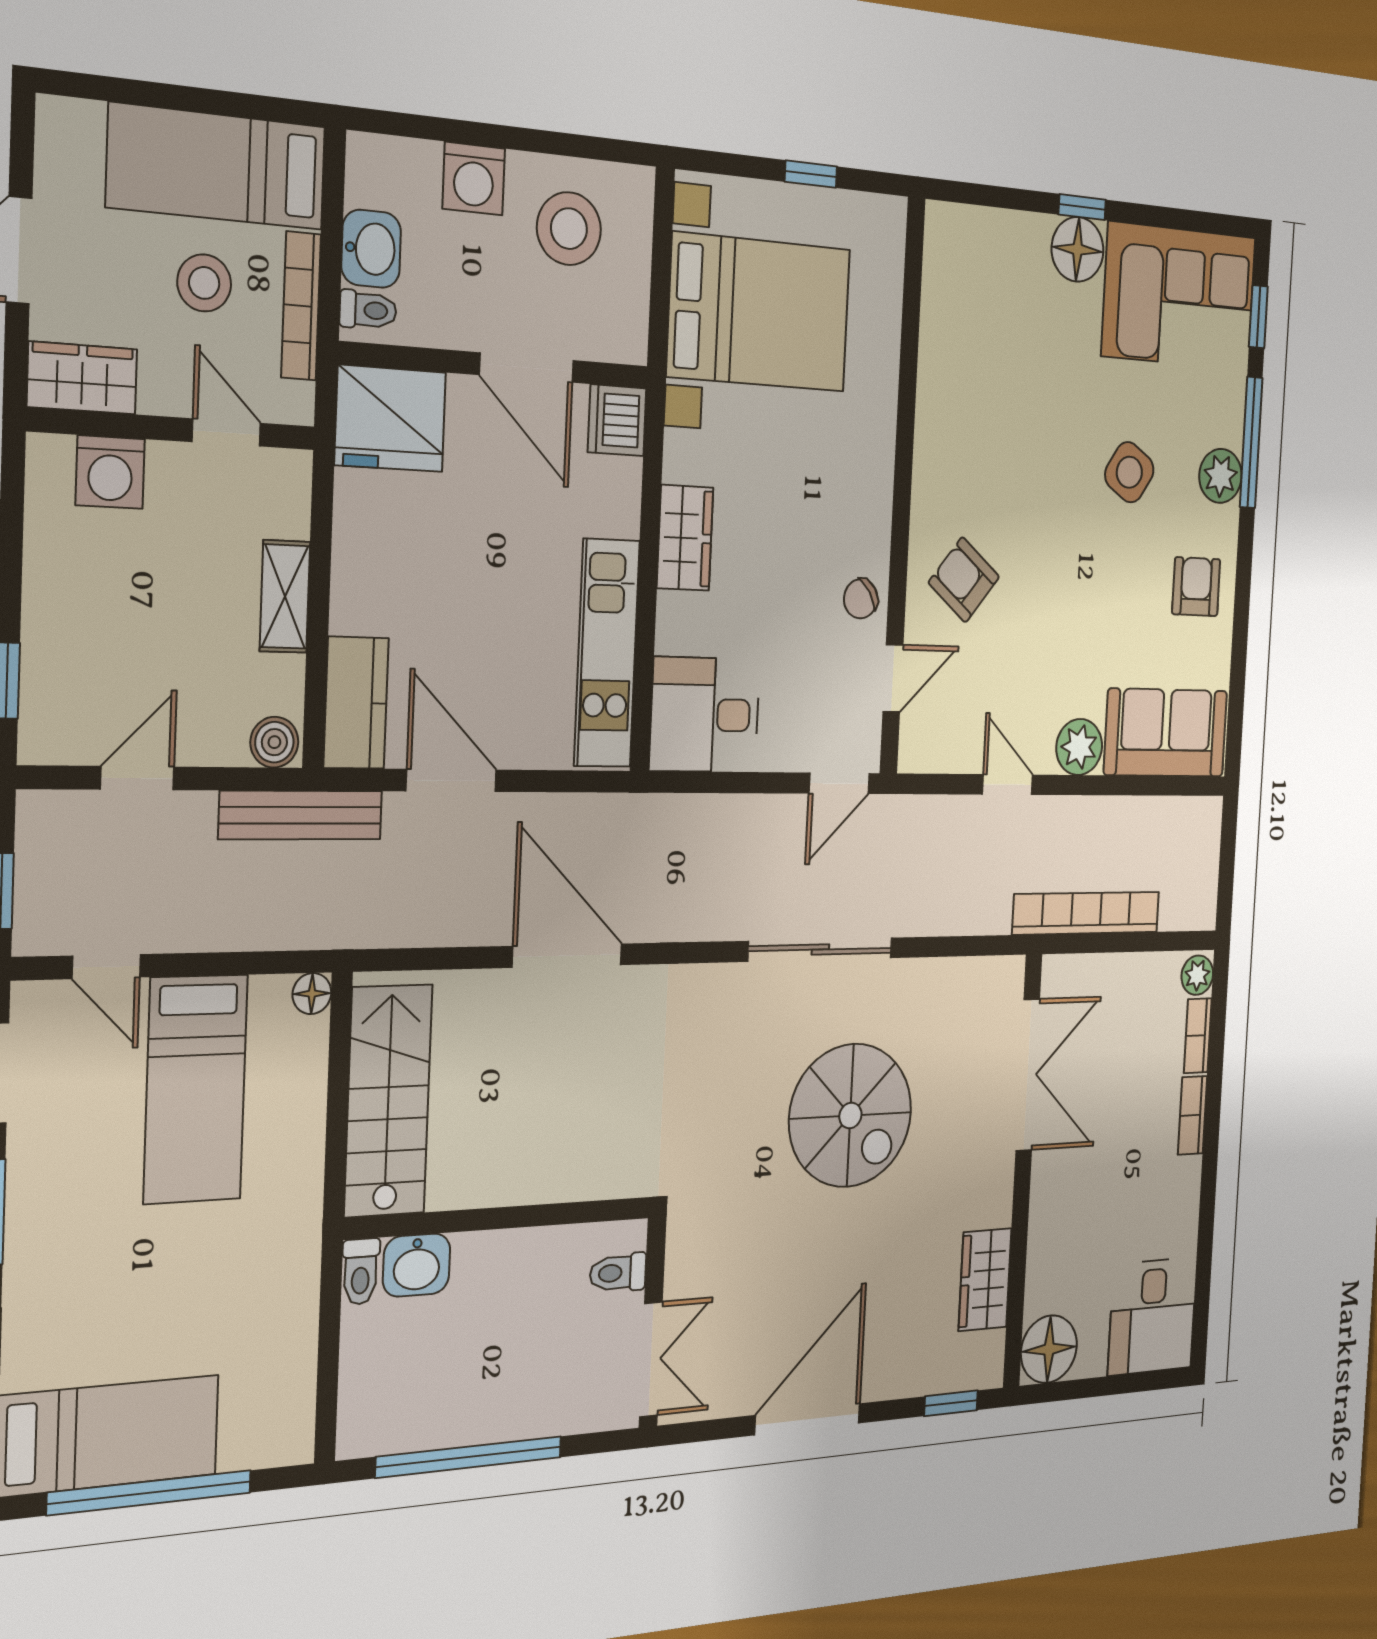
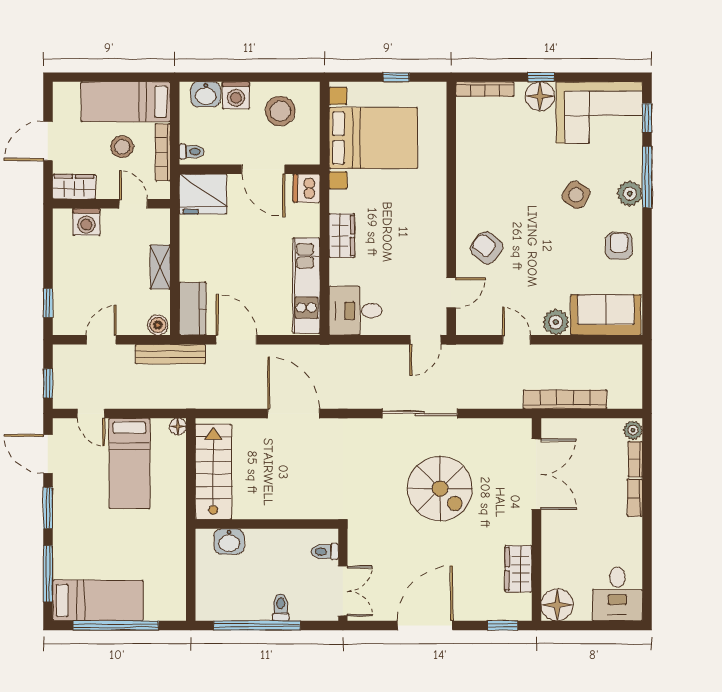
bookcase: (978, 222) -> (485, 89), added
washbasin: (371, 249) -> (206, 94), moved, turned 90
chair: (861, 599) -> (432, 258), removed
toilet: (361, 1271) -> (281, 607), moved, turned 180

